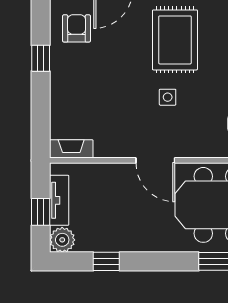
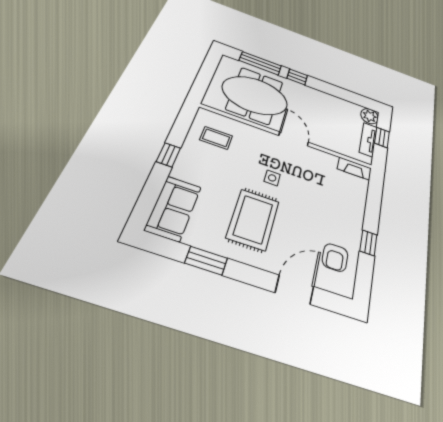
window: (106, 261) -> (297, 77), moved

